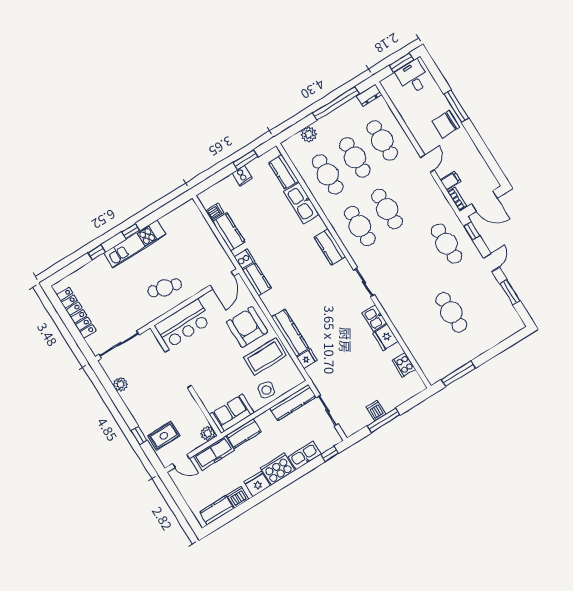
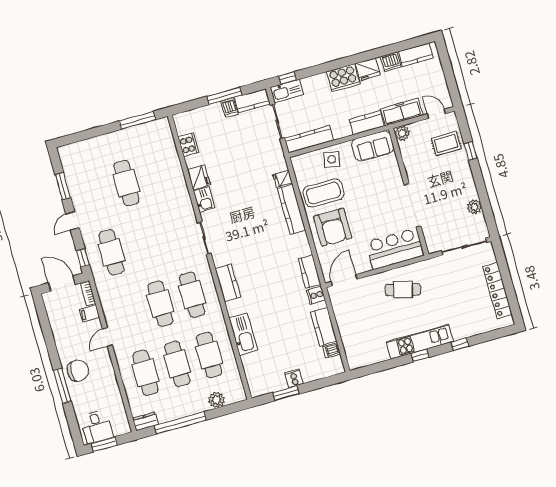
kitchen counter: (283, 172) -> (252, 101), moved, turned 90
kitchen sink: (305, 455) -> (287, 91), moved

